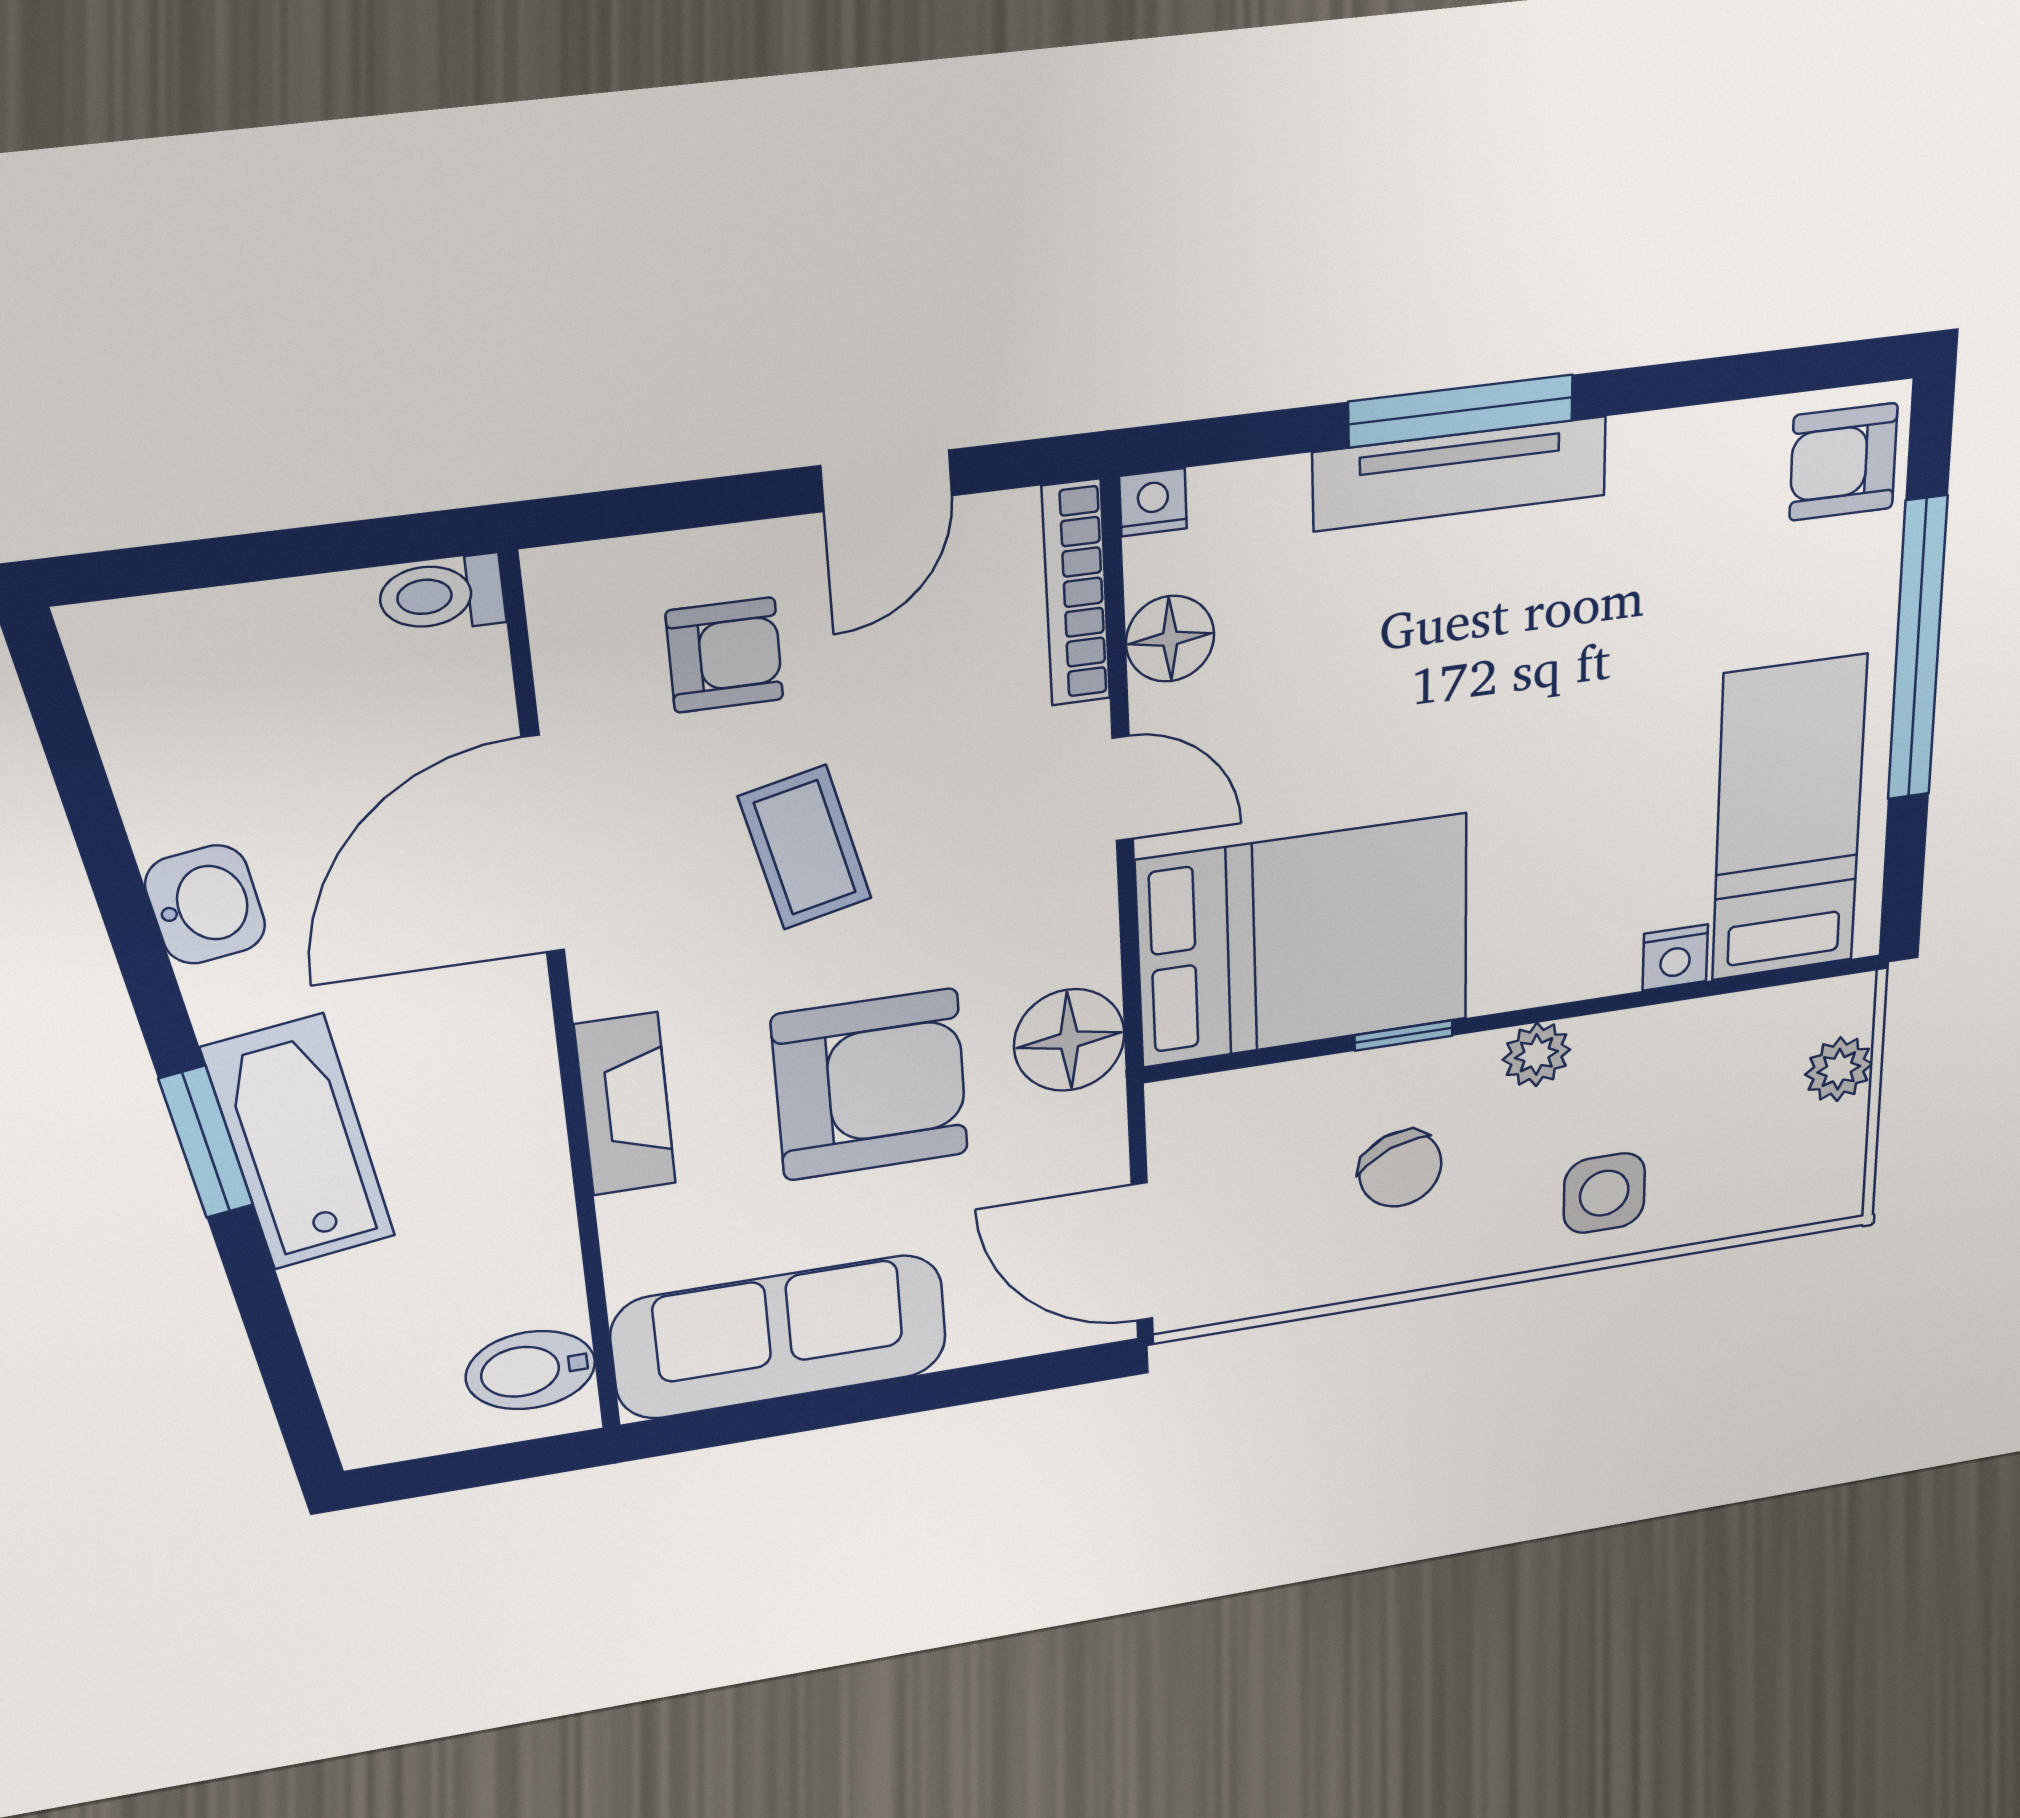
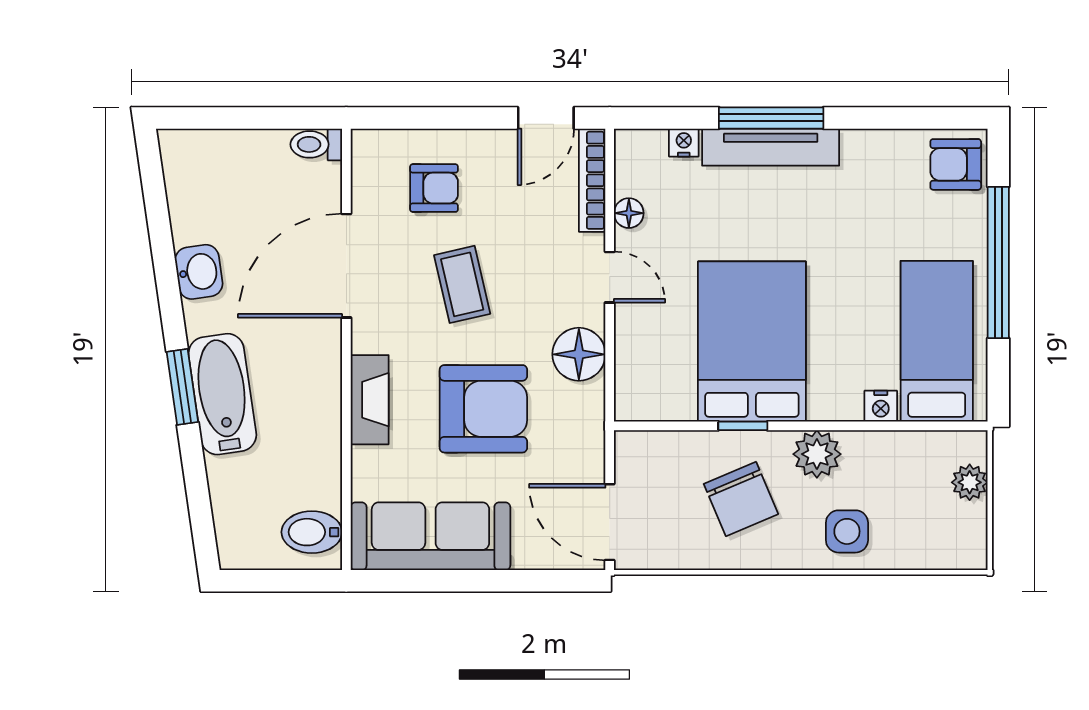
door: (886, 481) -> (546, 118), moved
nightstand: (1153, 502) -> (684, 143), moved
floor lamp: (1170, 639) -> (629, 213), width x0.73, depth x0.73
bed: (1304, 941) -> (752, 342), moved, turned -90
floor lamp: (1069, 1040) -> (579, 354), moved
plant: (1536, 1055) -> (817, 454), width x1.38, depth x1.38
chair: (1400, 1169) -> (741, 499), width x1.37, depth x1.37

